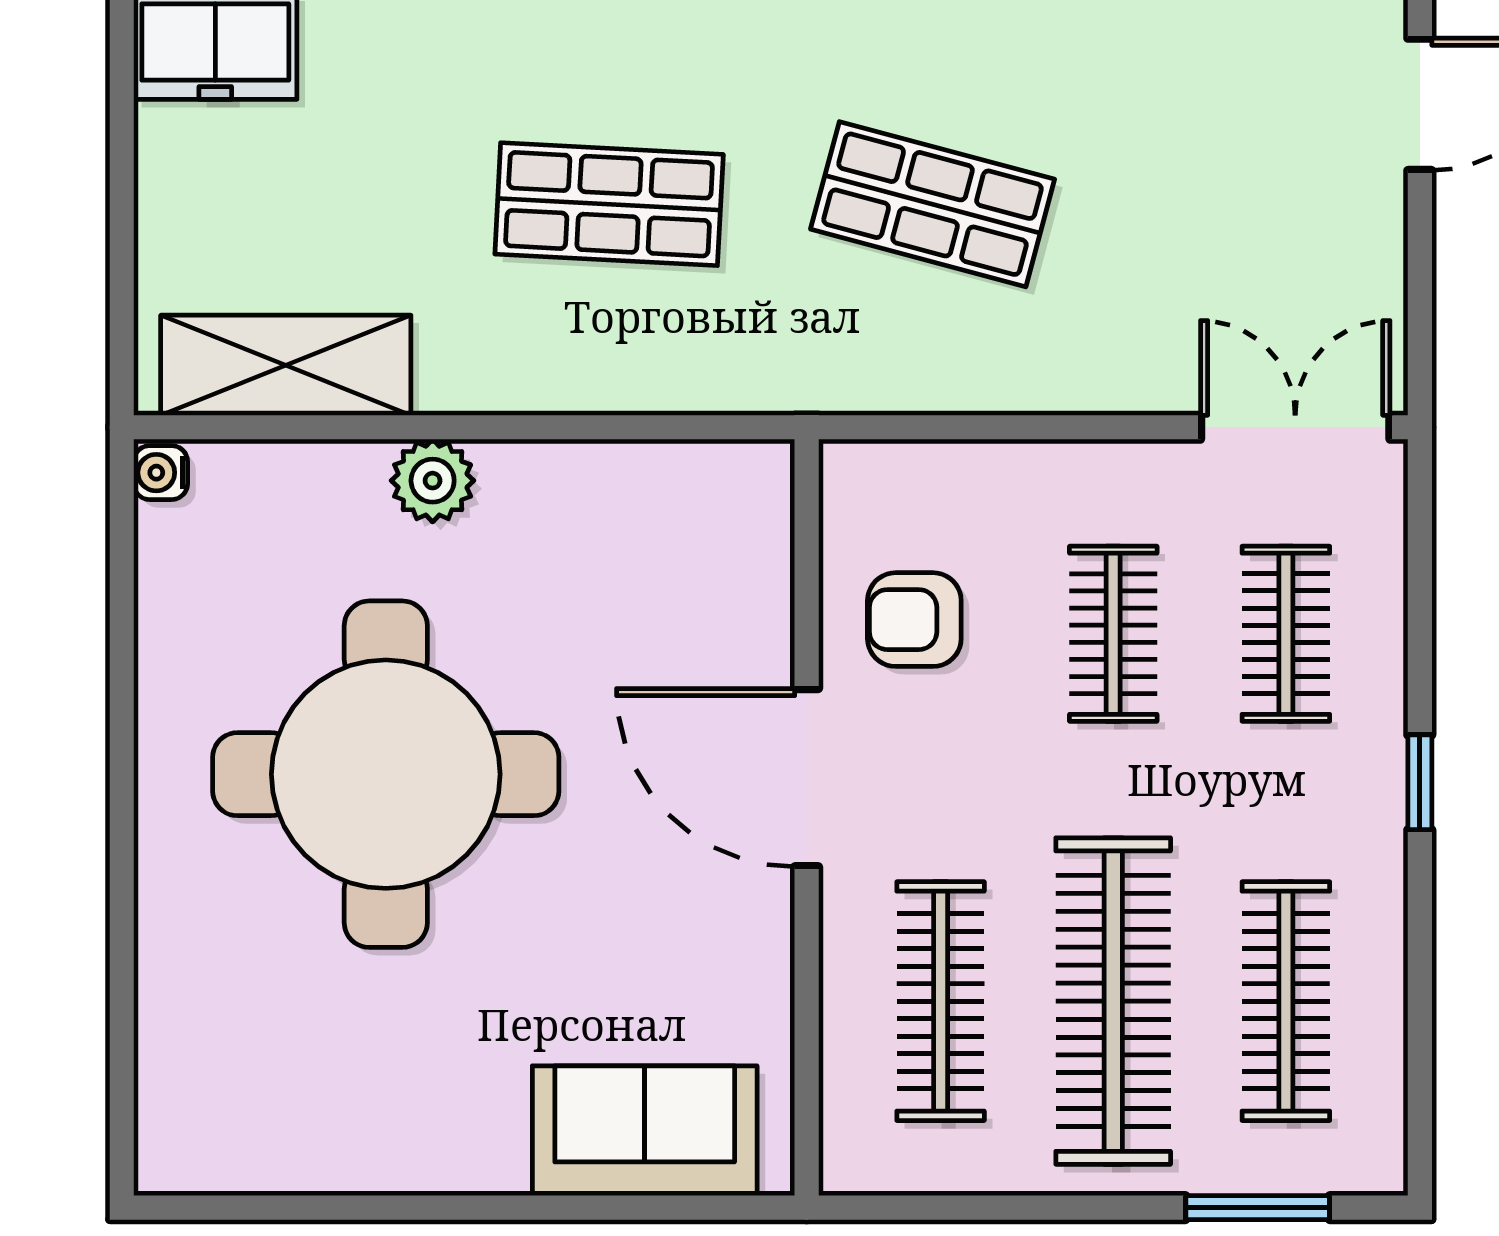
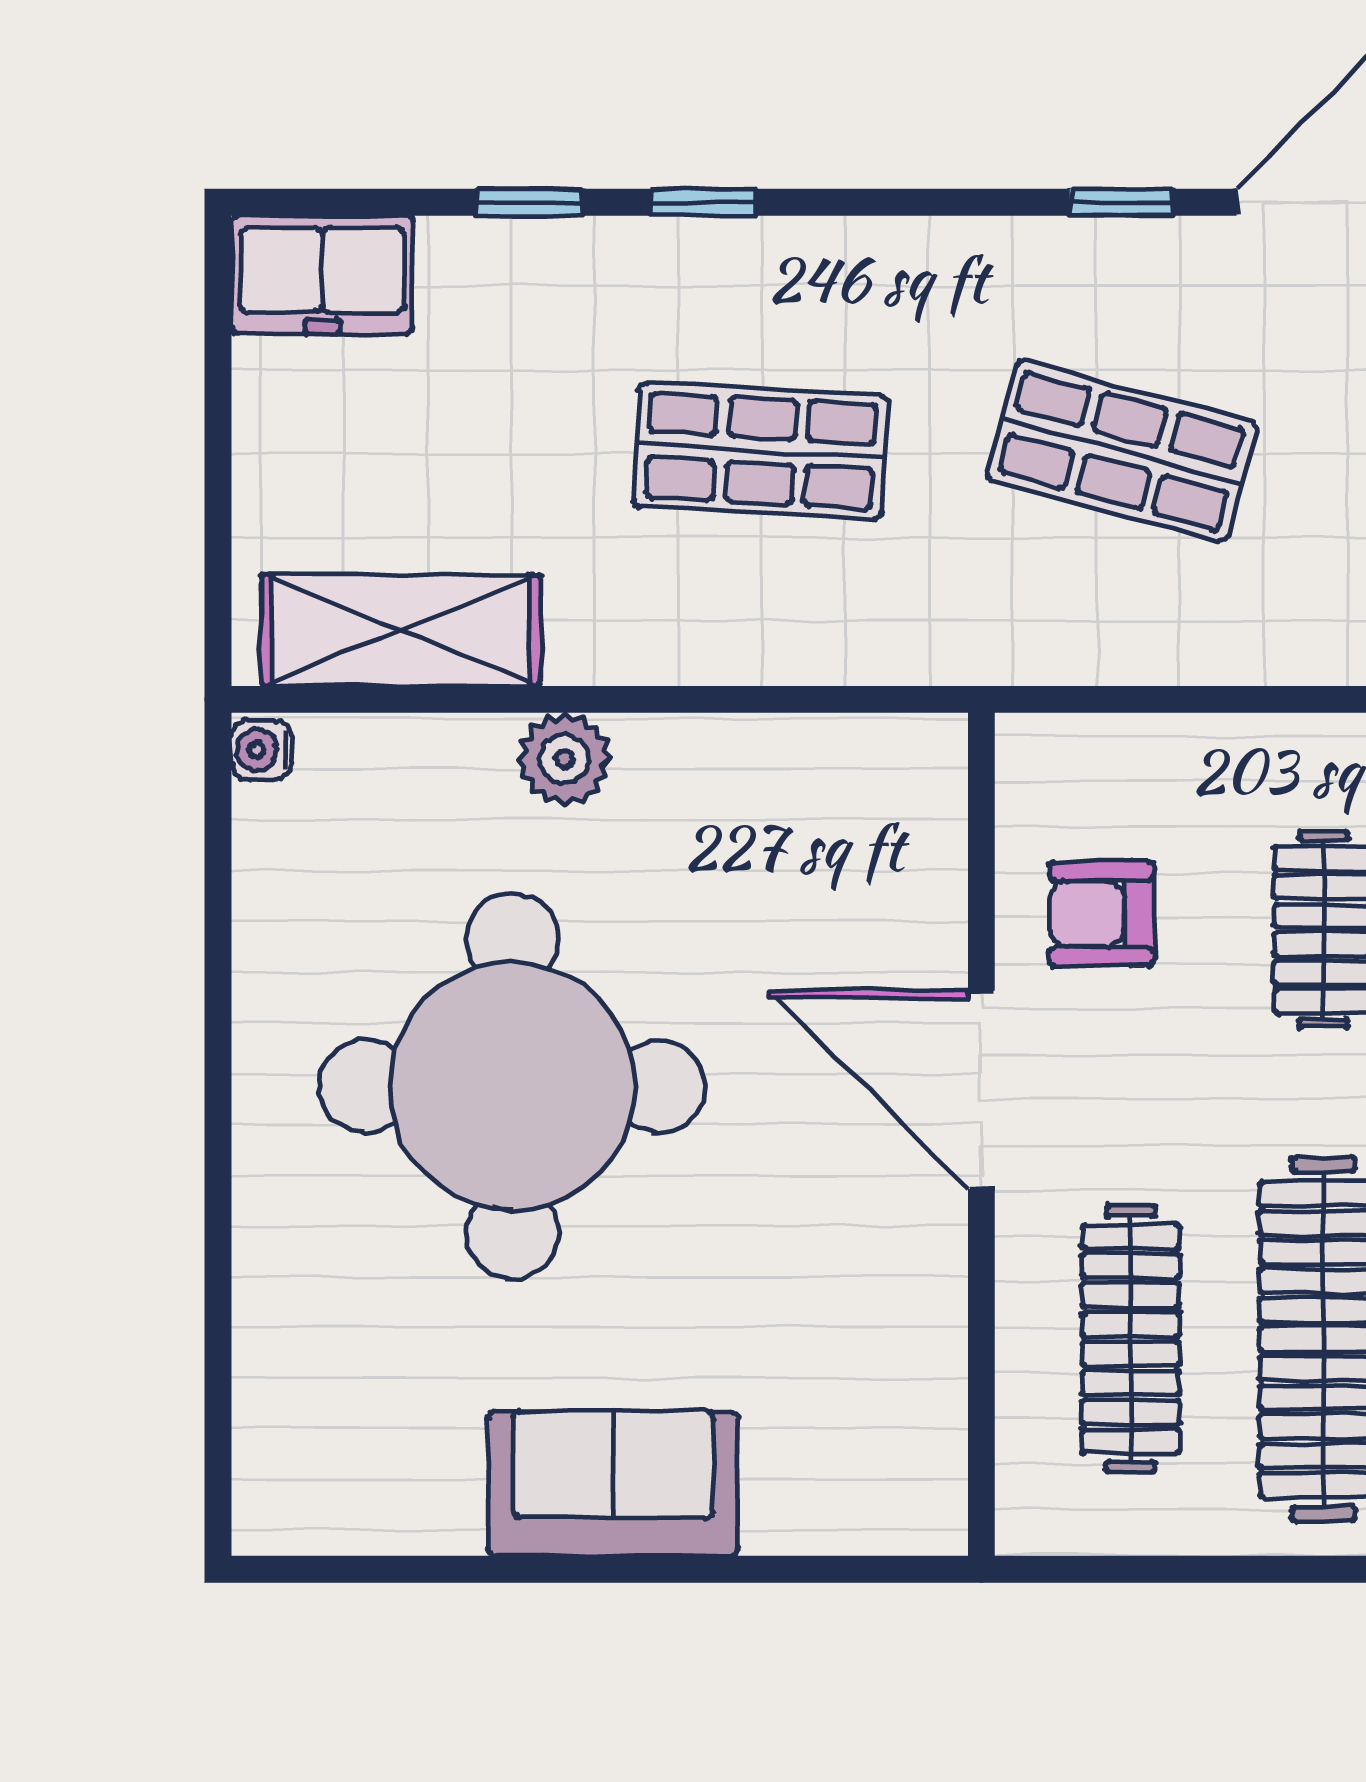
sofa: (645, 1131) -> (613, 1484), moved

